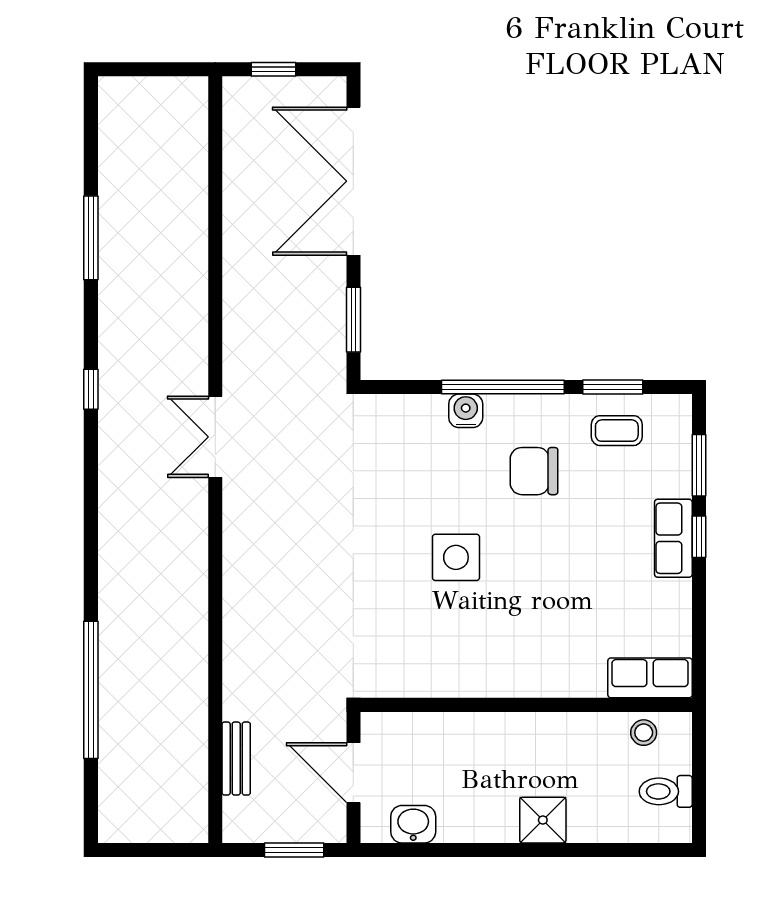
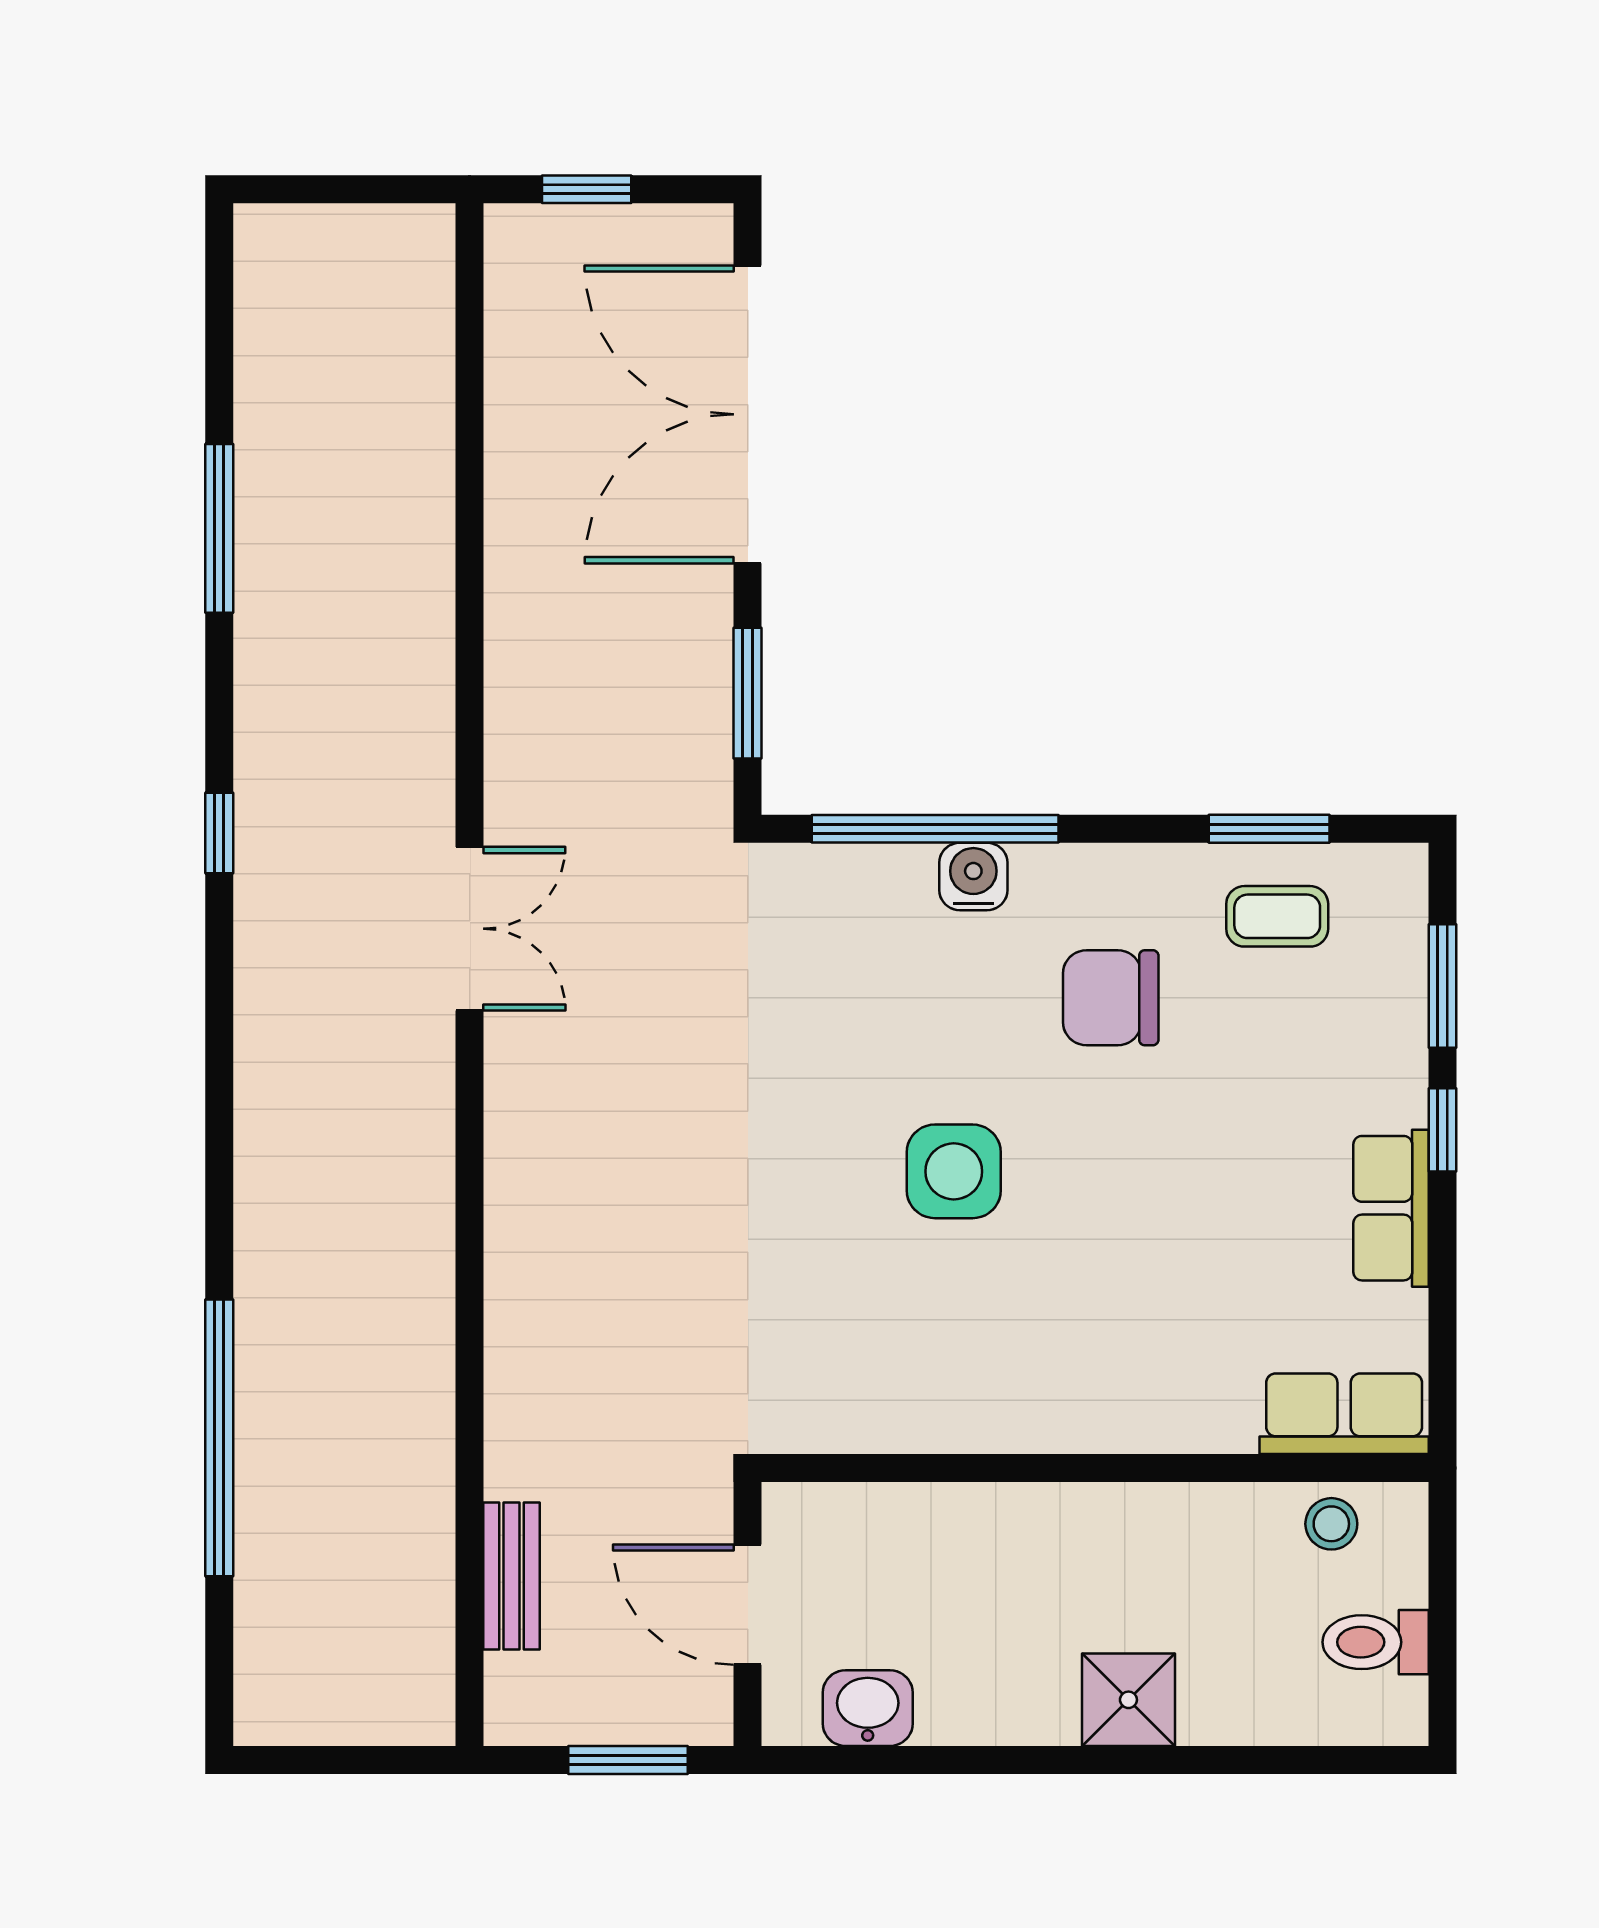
window: (503, 387) -> (935, 829), moved
double door: (215, 437) -> (470, 929), swing flipped
row of seats: (673, 538) -> (1391, 1208), moved

